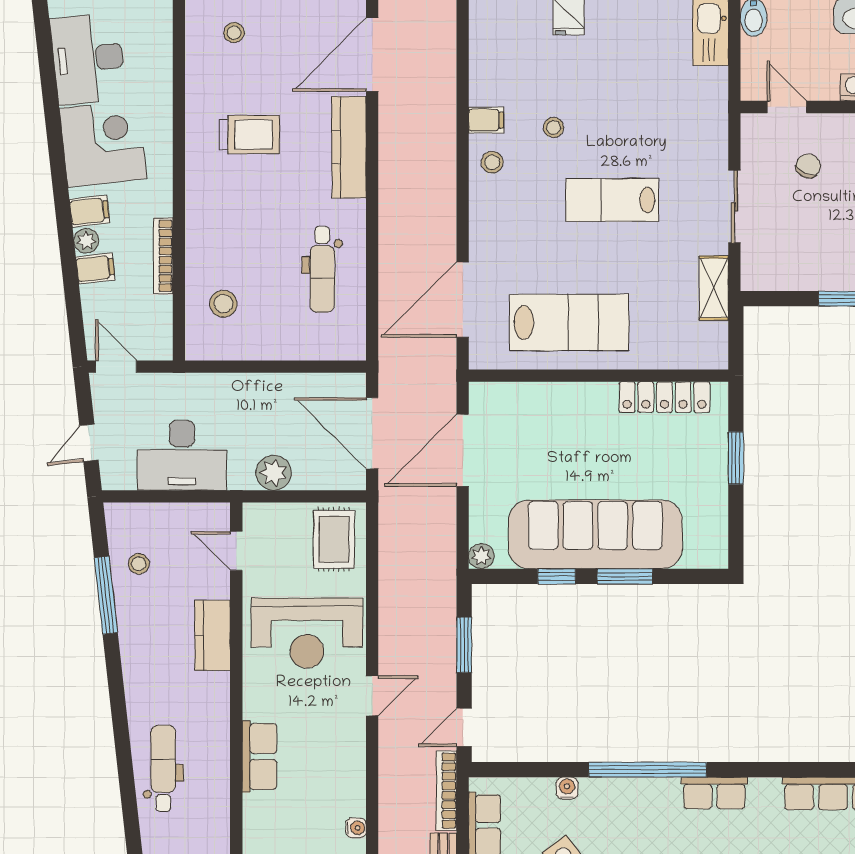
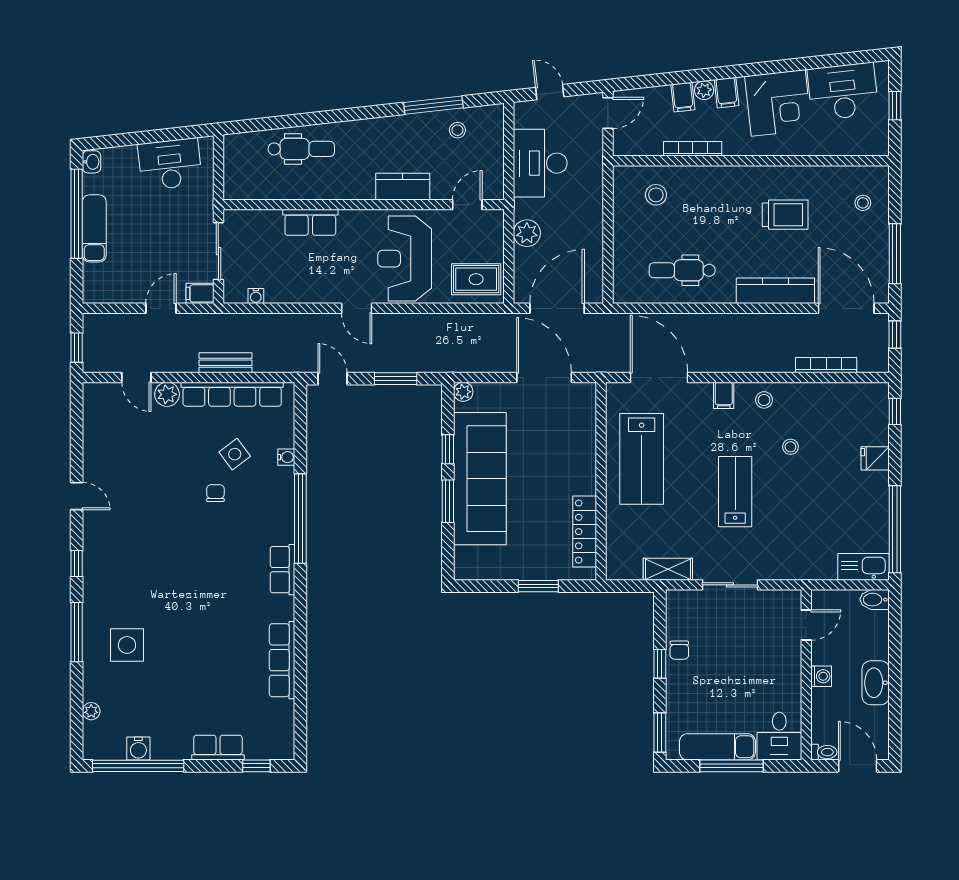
filing cabinet: (486, 120) -> (724, 395), moved
trolley: (250, 135) -> (785, 215), turned -90
chair: (808, 166) -> (679, 650), moved, turned 65
bookcase: (446, 791) -> (826, 365), moved

